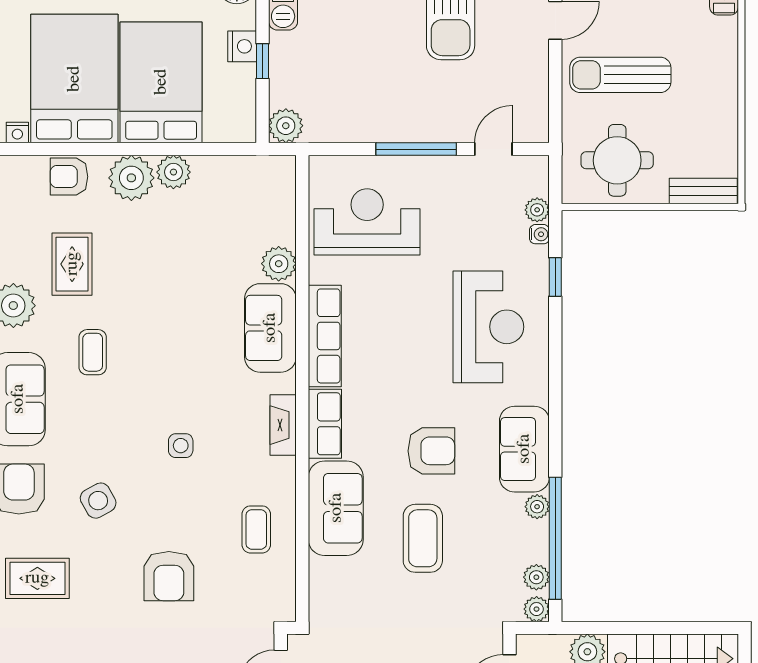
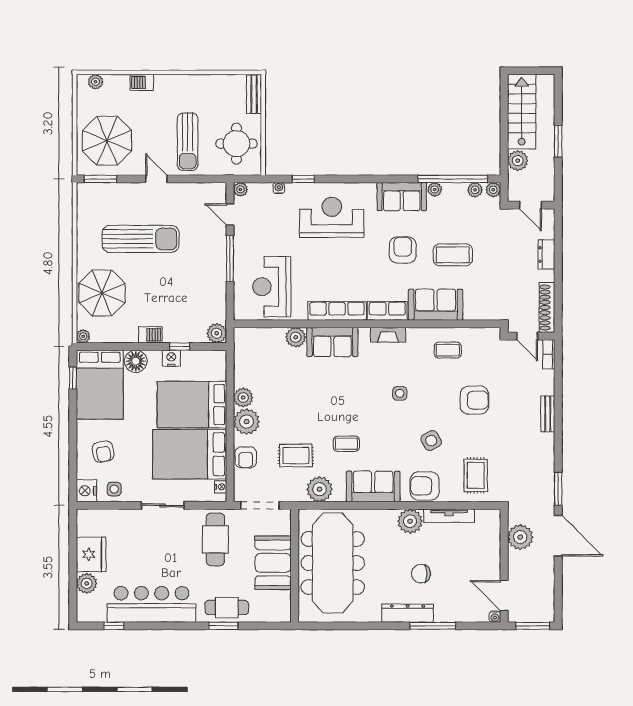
plant: (537, 210) -> (240, 189), moved

